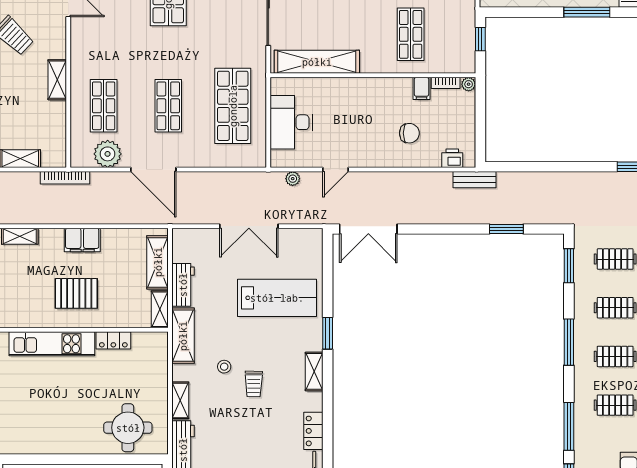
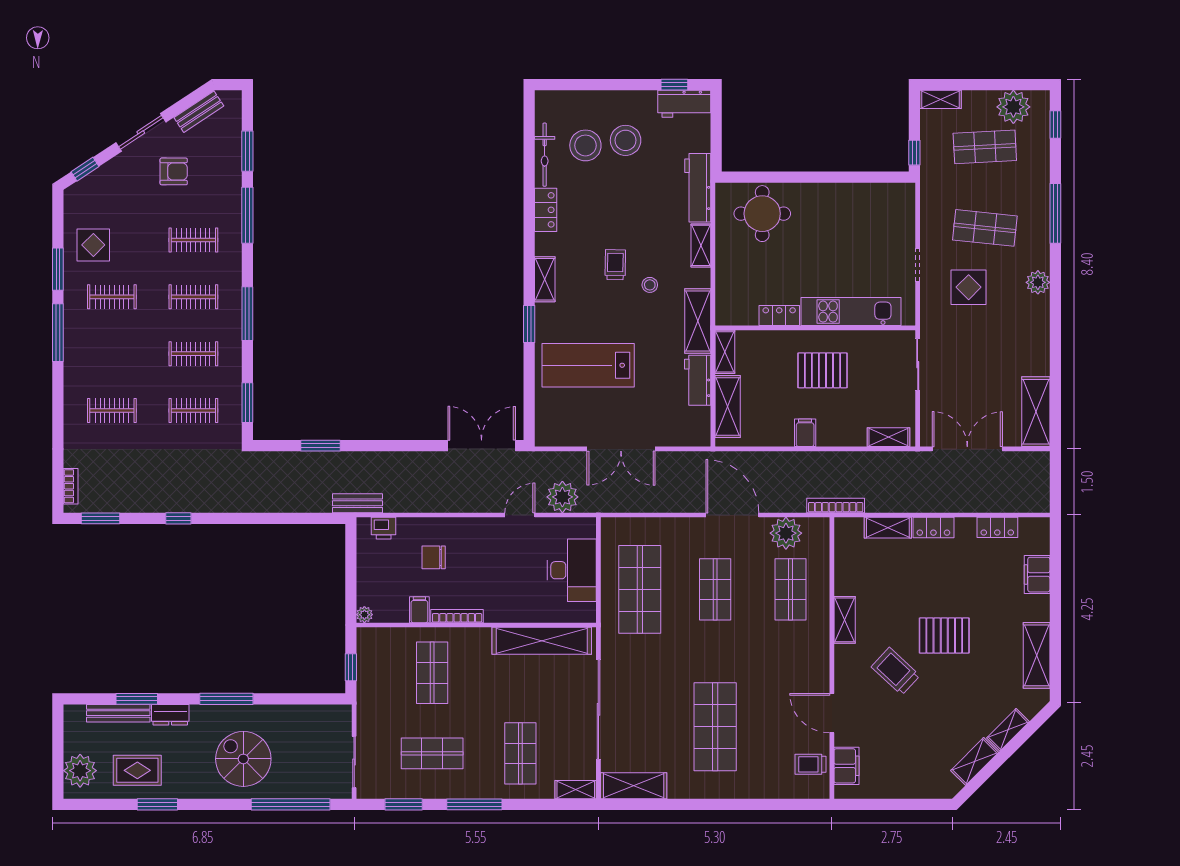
bookcase: (446, 83) -> (457, 616), moved, width x1.56
plant: (293, 179) -> (562, 497), width x1.87, depth x1.87
double door: (249, 226) -> (621, 449), swing flipped
filing cabinet: (82, 240) -> (805, 433), width x0.50

